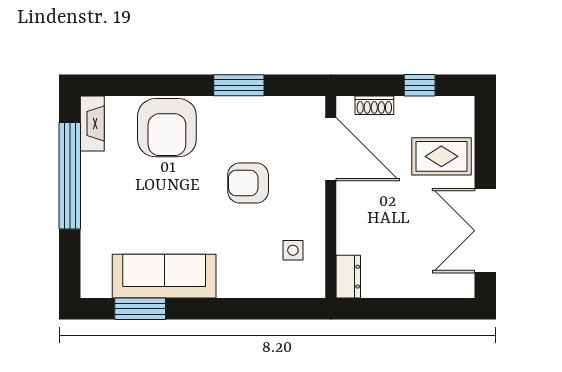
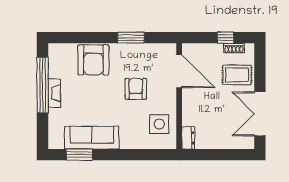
shoe rack: (374, 105) -> (234, 48), moved
fireplace: (92, 124) -> (54, 93), moved
armchair: (248, 183) -> (136, 89), turned 90
side table: (293, 250) -> (159, 124), width x1.87, depth x1.87

